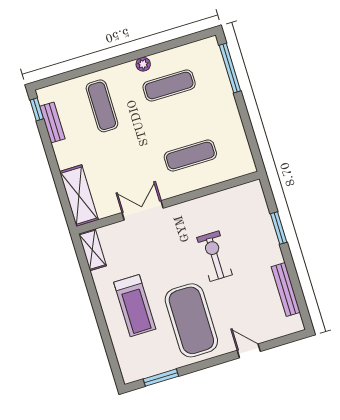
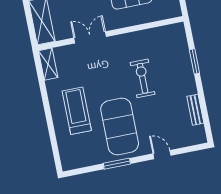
bench: (286, 289) -> (195, 110), width x0.73
treadmill: (135, 306) -> (77, 111), turned 180
window: (161, 378) -> (117, 164), moved

